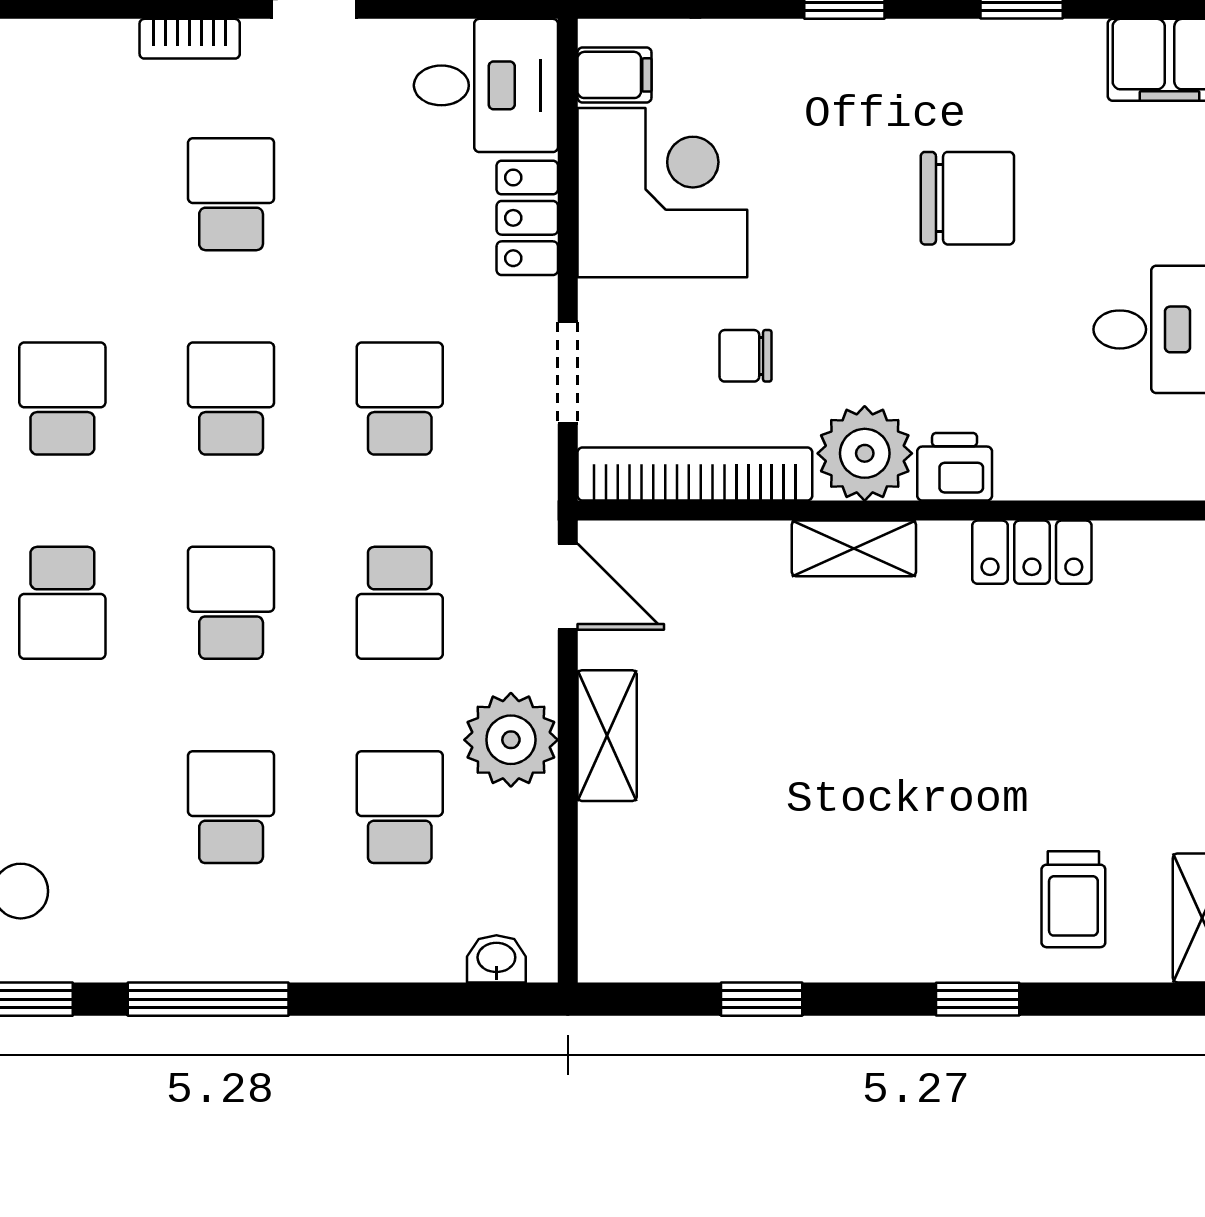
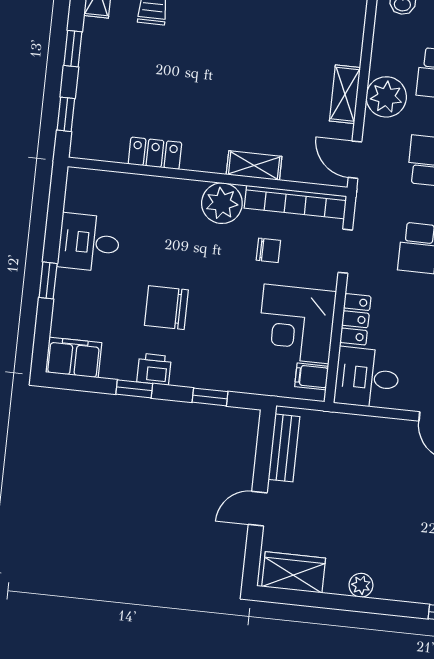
printer: (955, 467) -> (154, 369), moved, turned 180
shelving: (854, 548) -> (254, 166), moved

